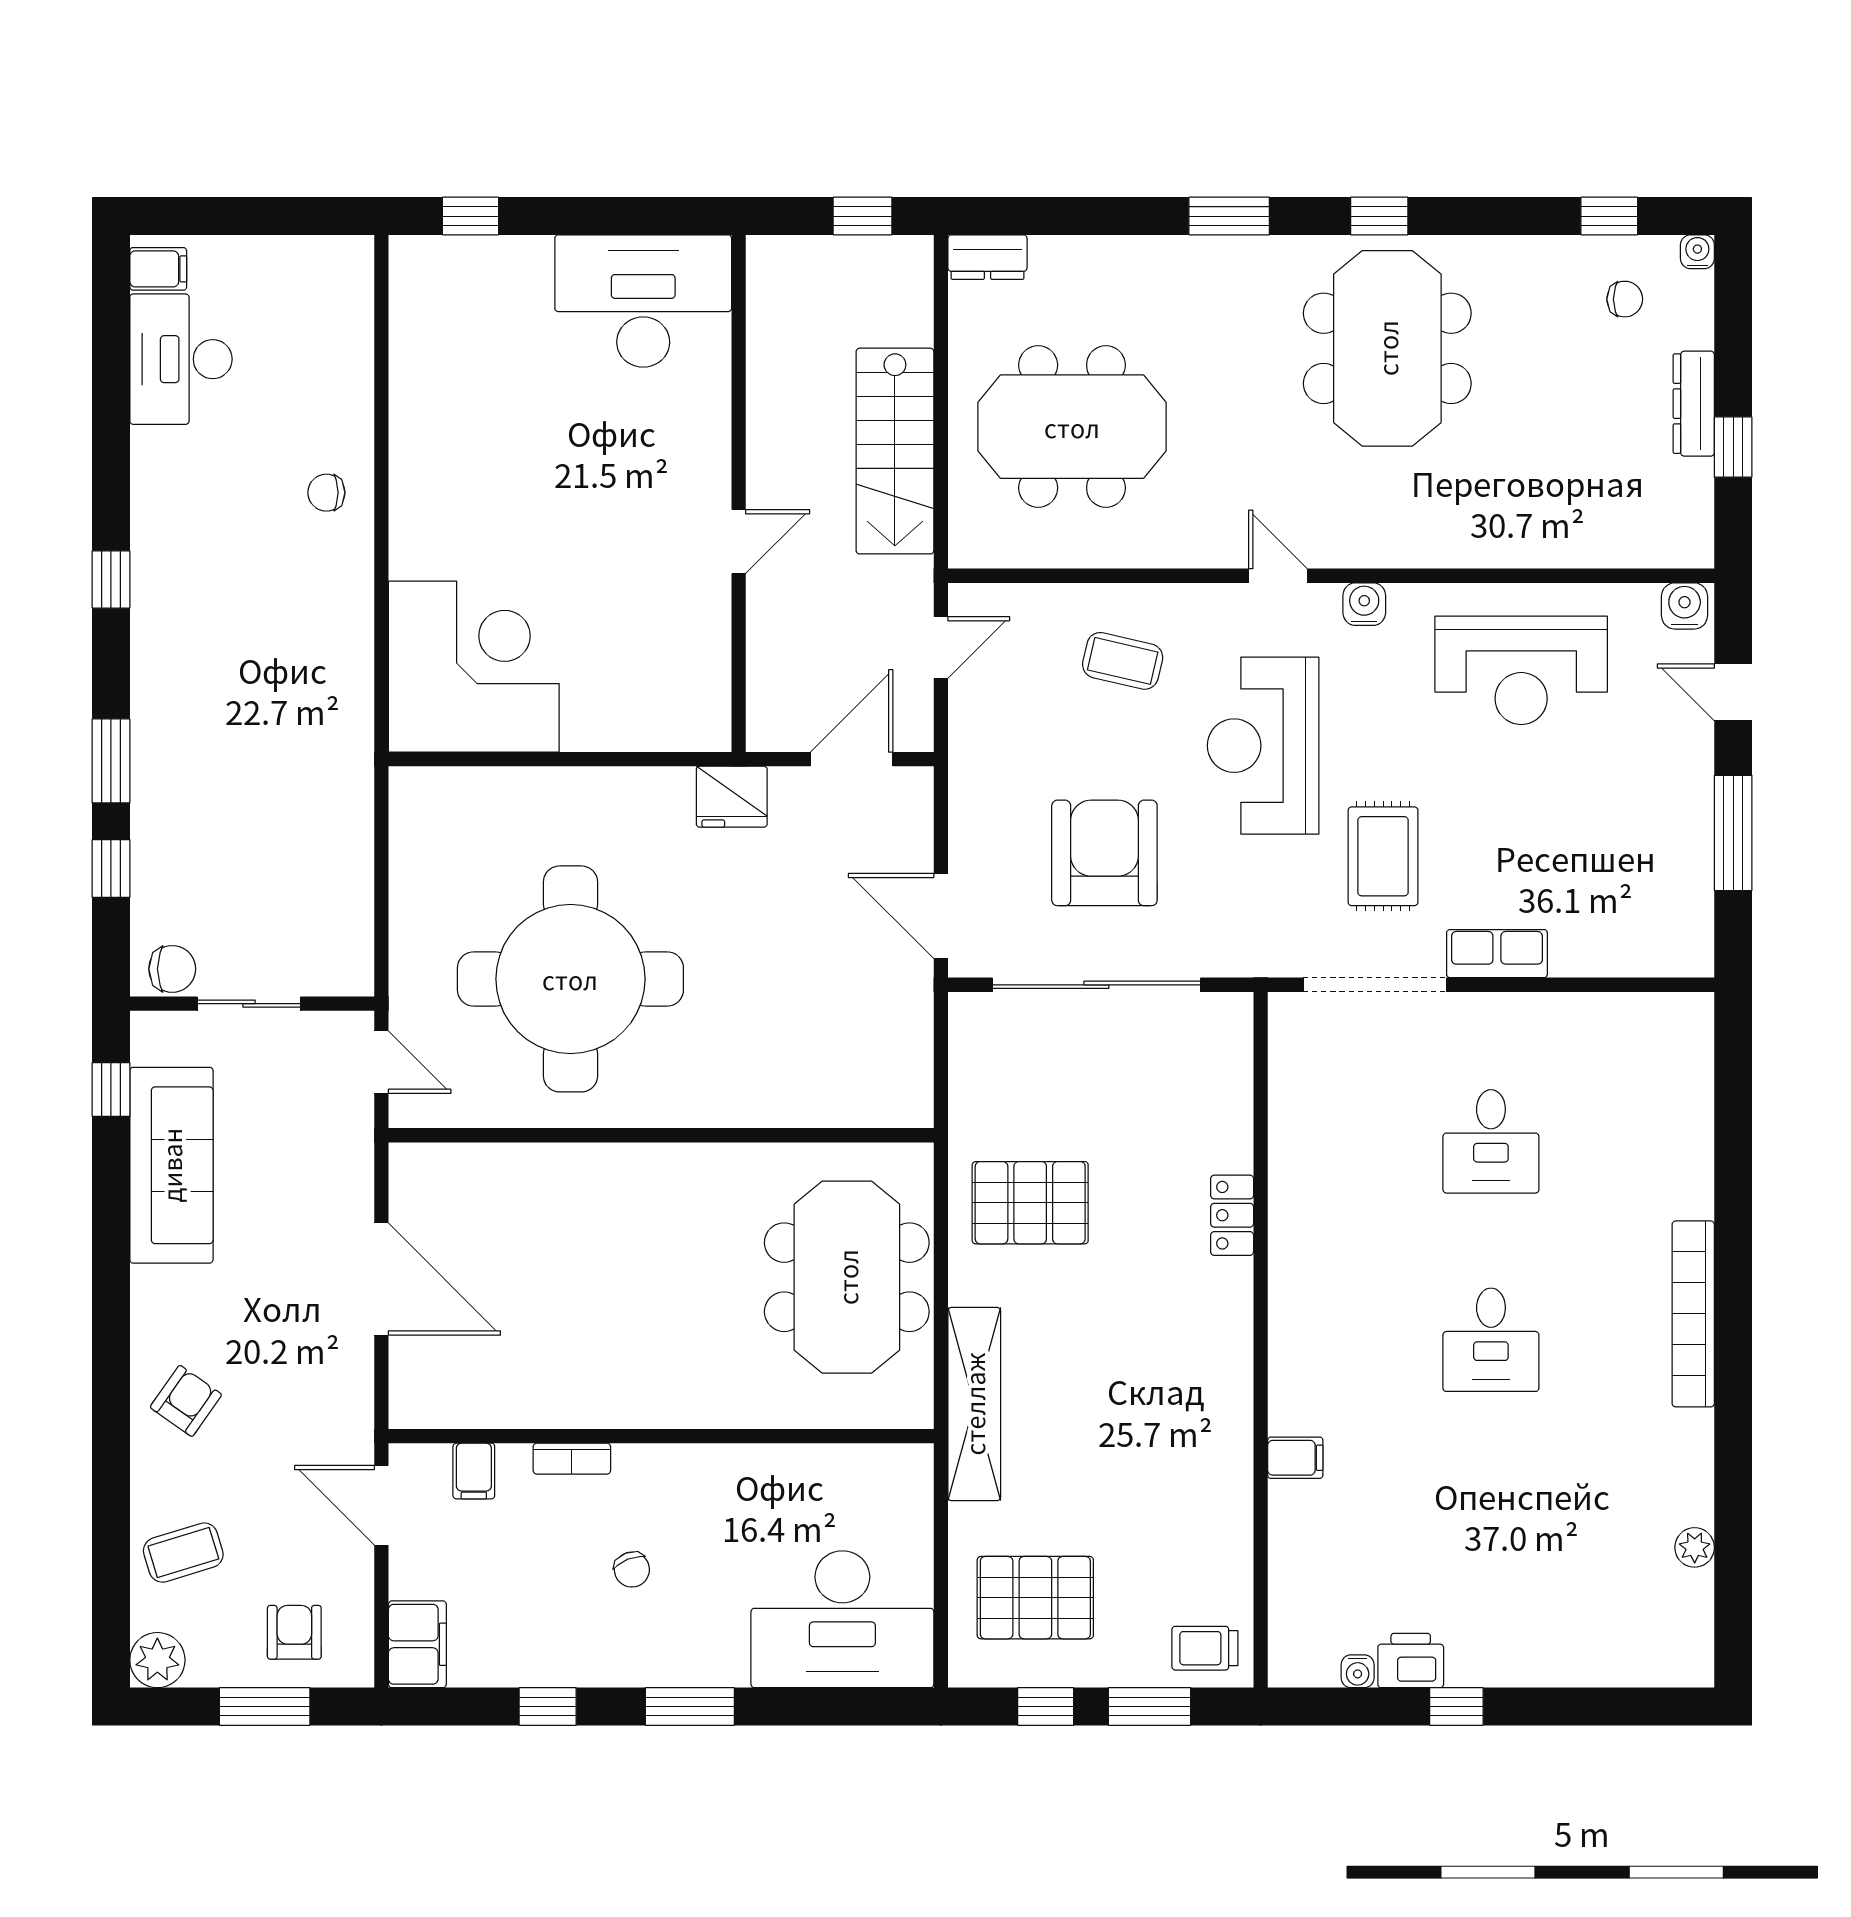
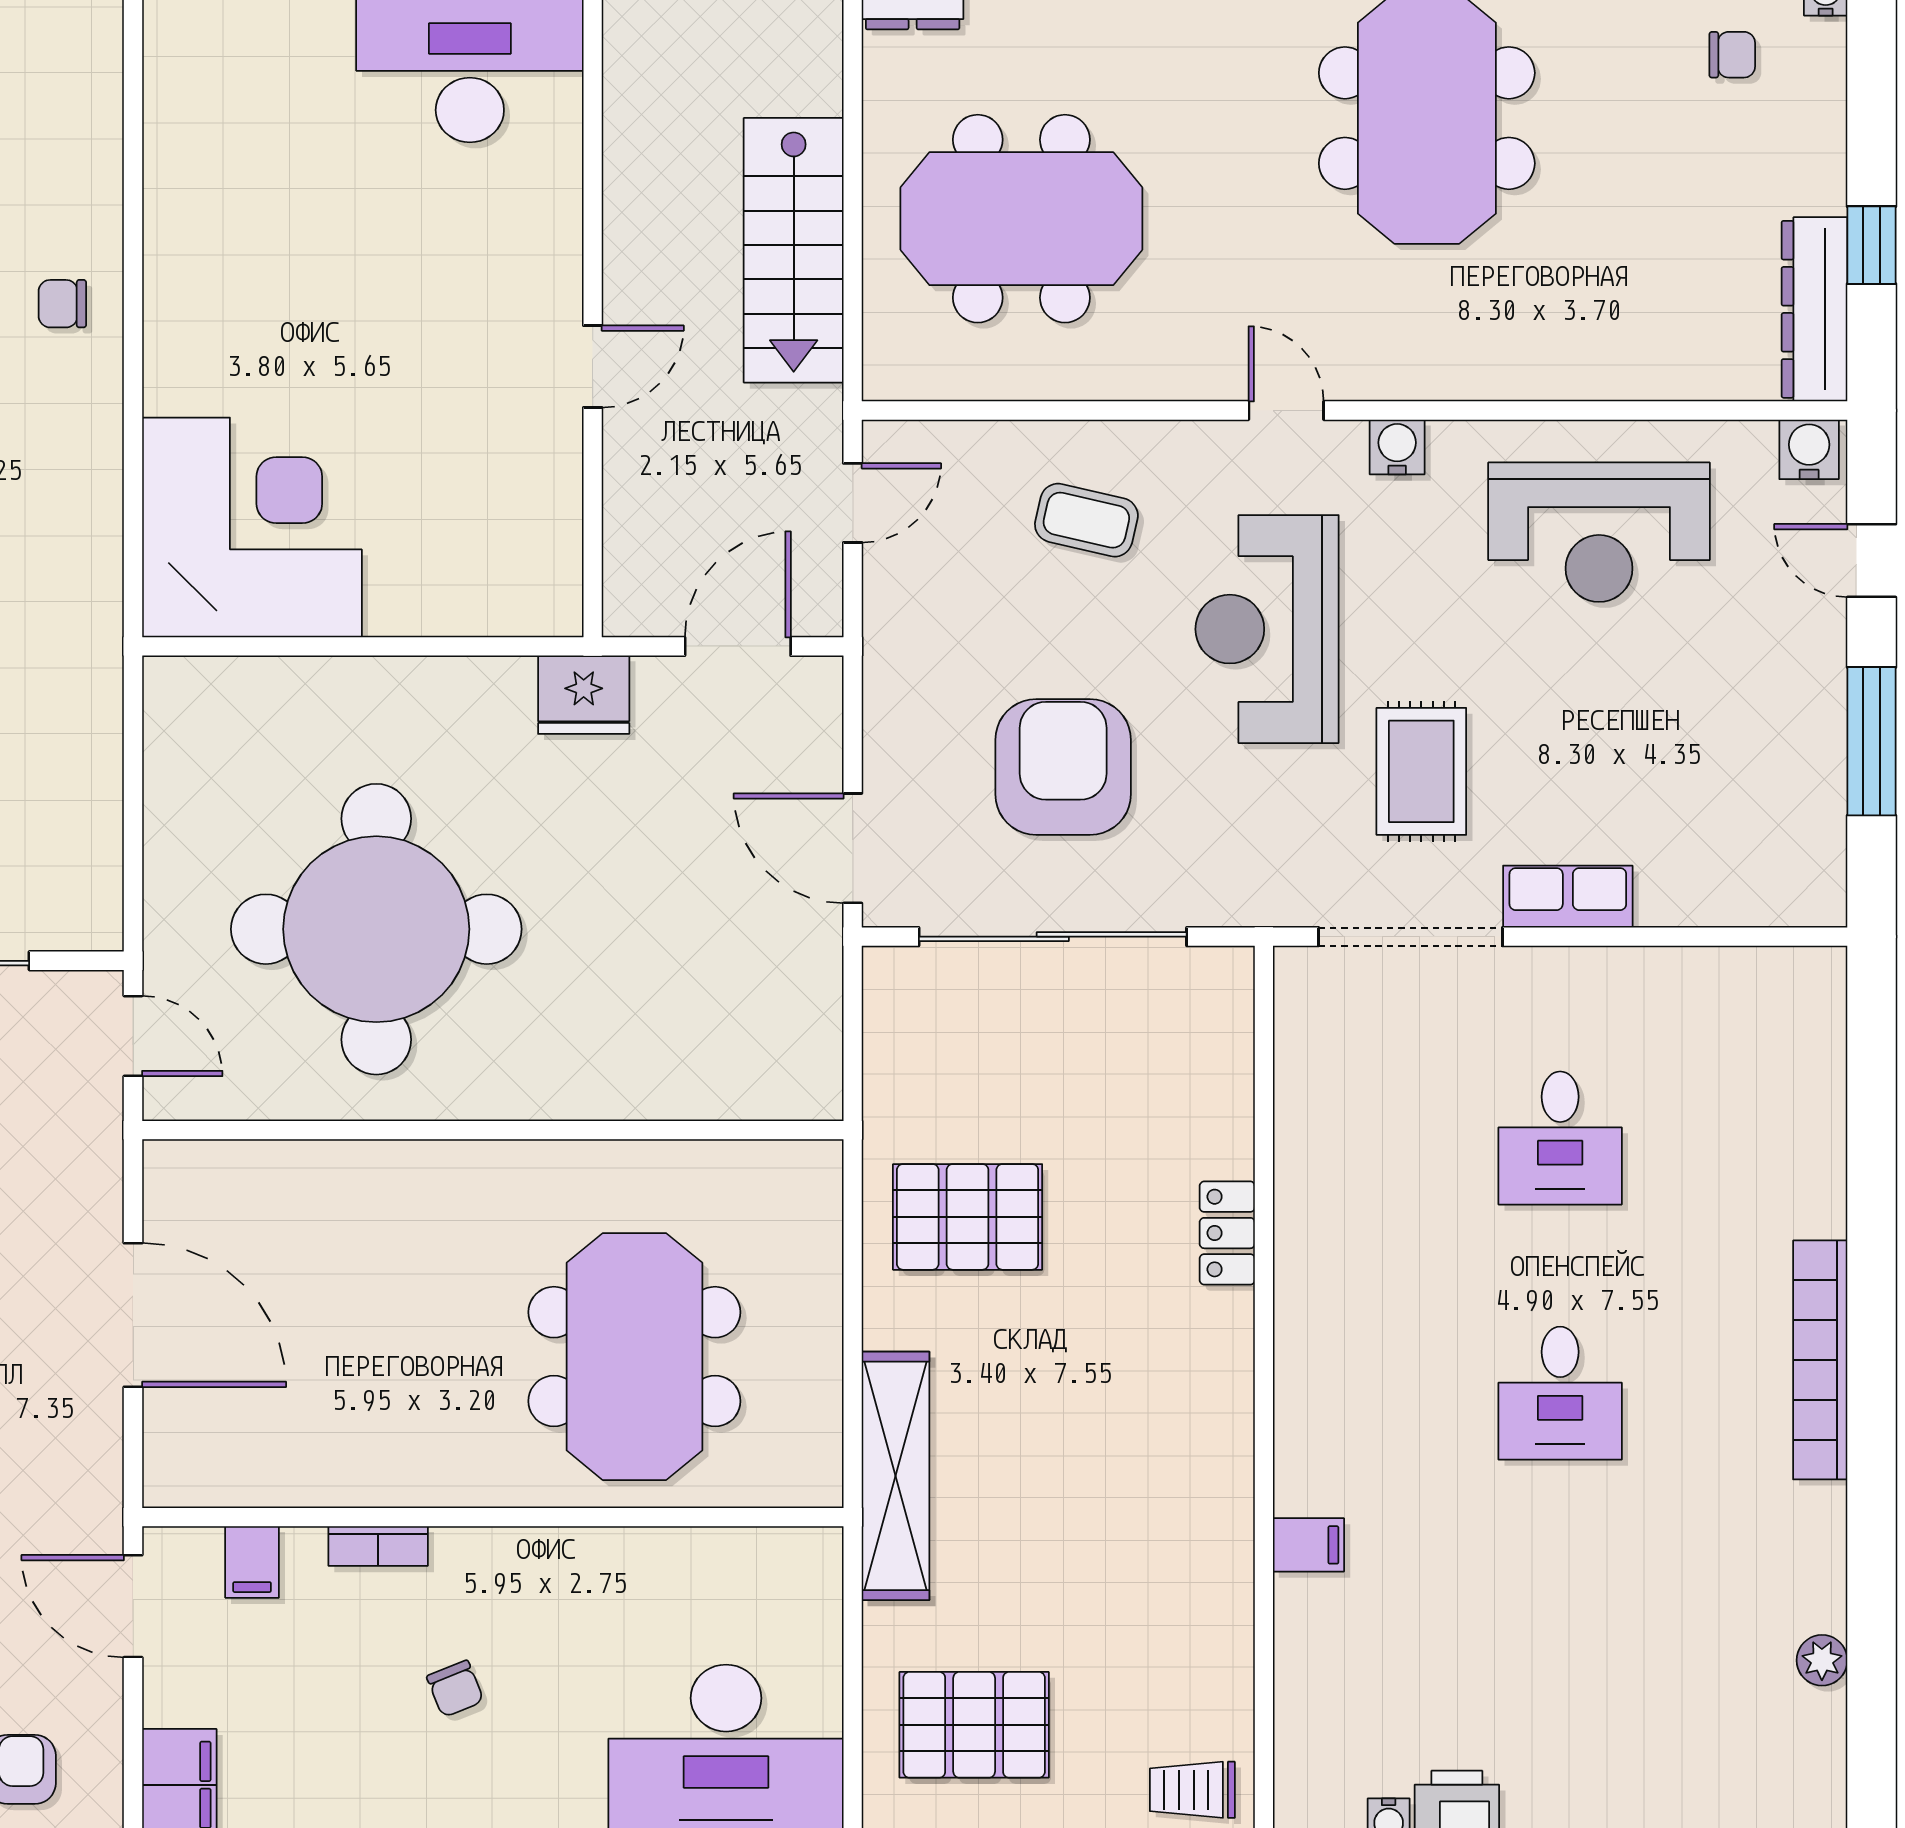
dresser: (1694, 404) -> (1815, 309), moved, width x1.37, depth x1.24
meeting table: (847, 1277) -> (634, 1357), moved

